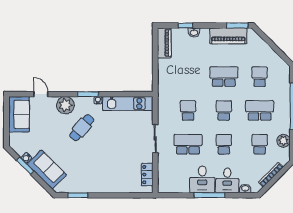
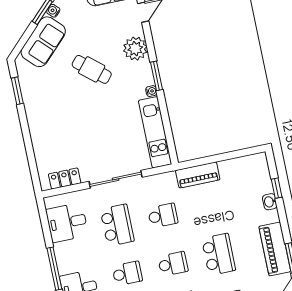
piano: (164, 43) -> (198, 175), moved
cafe table: (82, 128) -> (92, 69), moved
sliding door: (155, 139) -> (116, 179), width x1.37
desk: (202, 179) -> (67, 222), moved

